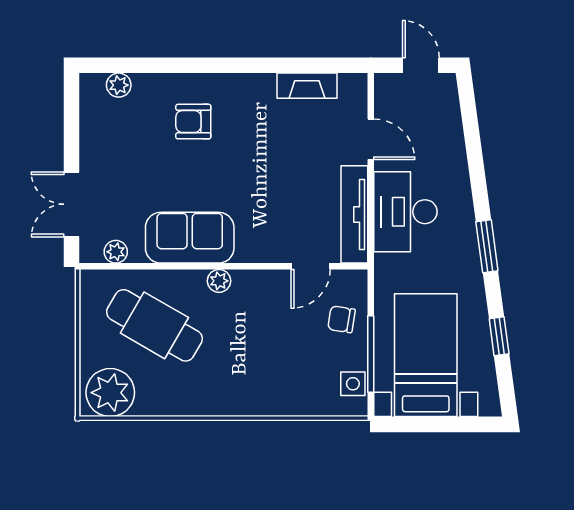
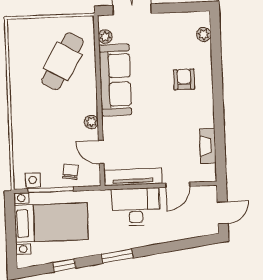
sofa: (190, 238) -> (115, 80), width x1.36
plant: (219, 281) -> (91, 122), moved
plant: (110, 393) -> (22, 37), removed

